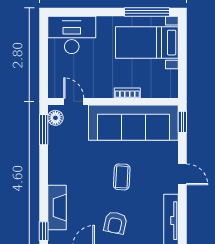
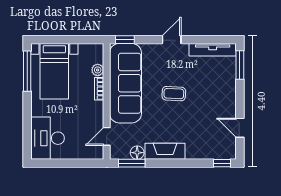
plant: (148, 91) -> (98, 70), added
floor lamp: (55, 118) -> (137, 153), moved
fireplace: (57, 208) -> (165, 151), moved
armchair: (115, 223) -> (215, 99), removed

